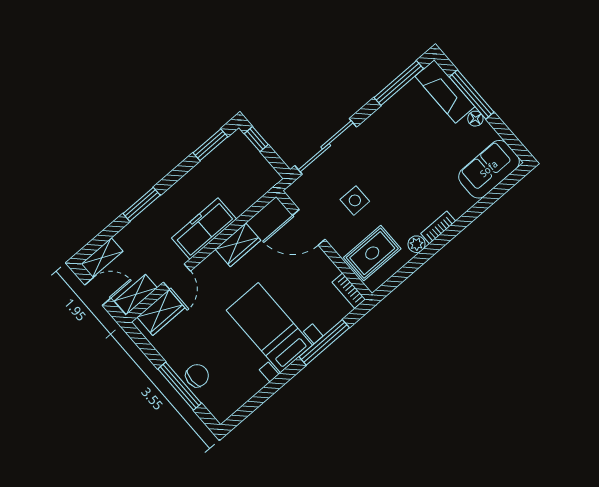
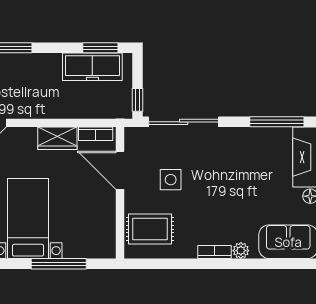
window: (256, 139) -> (138, 100), moved
freezer: (204, 229) -> (92, 67), moved, turned 180
plant: (417, 244) -> (241, 251), moved
bookcase: (349, 291) -> (96, 134), moved, turned -90

